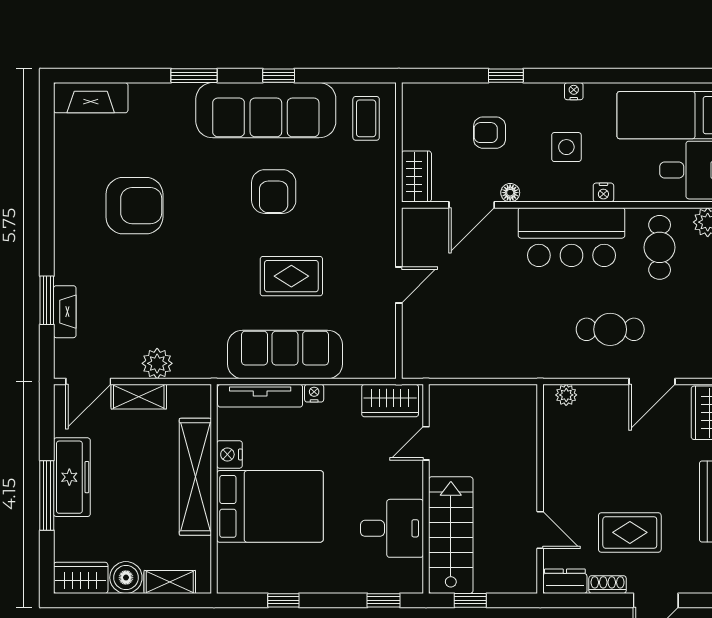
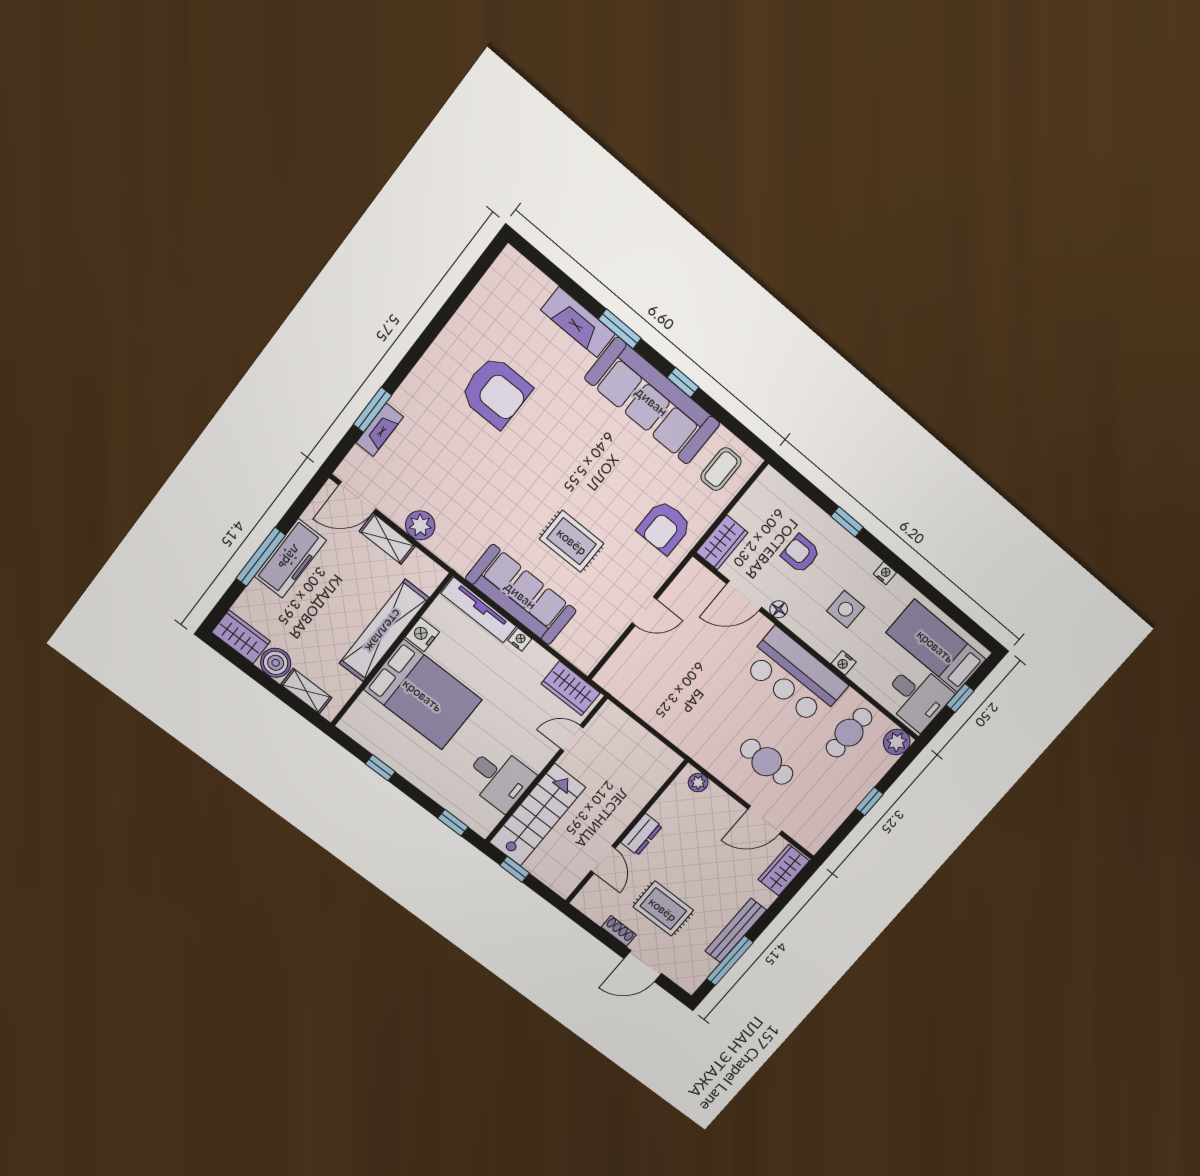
fireplace: (91, 98) -> (578, 322), moved
armchair: (274, 192) -> (664, 527), moved
dresser: (565, 581) -> (641, 834), moved, turned 90

